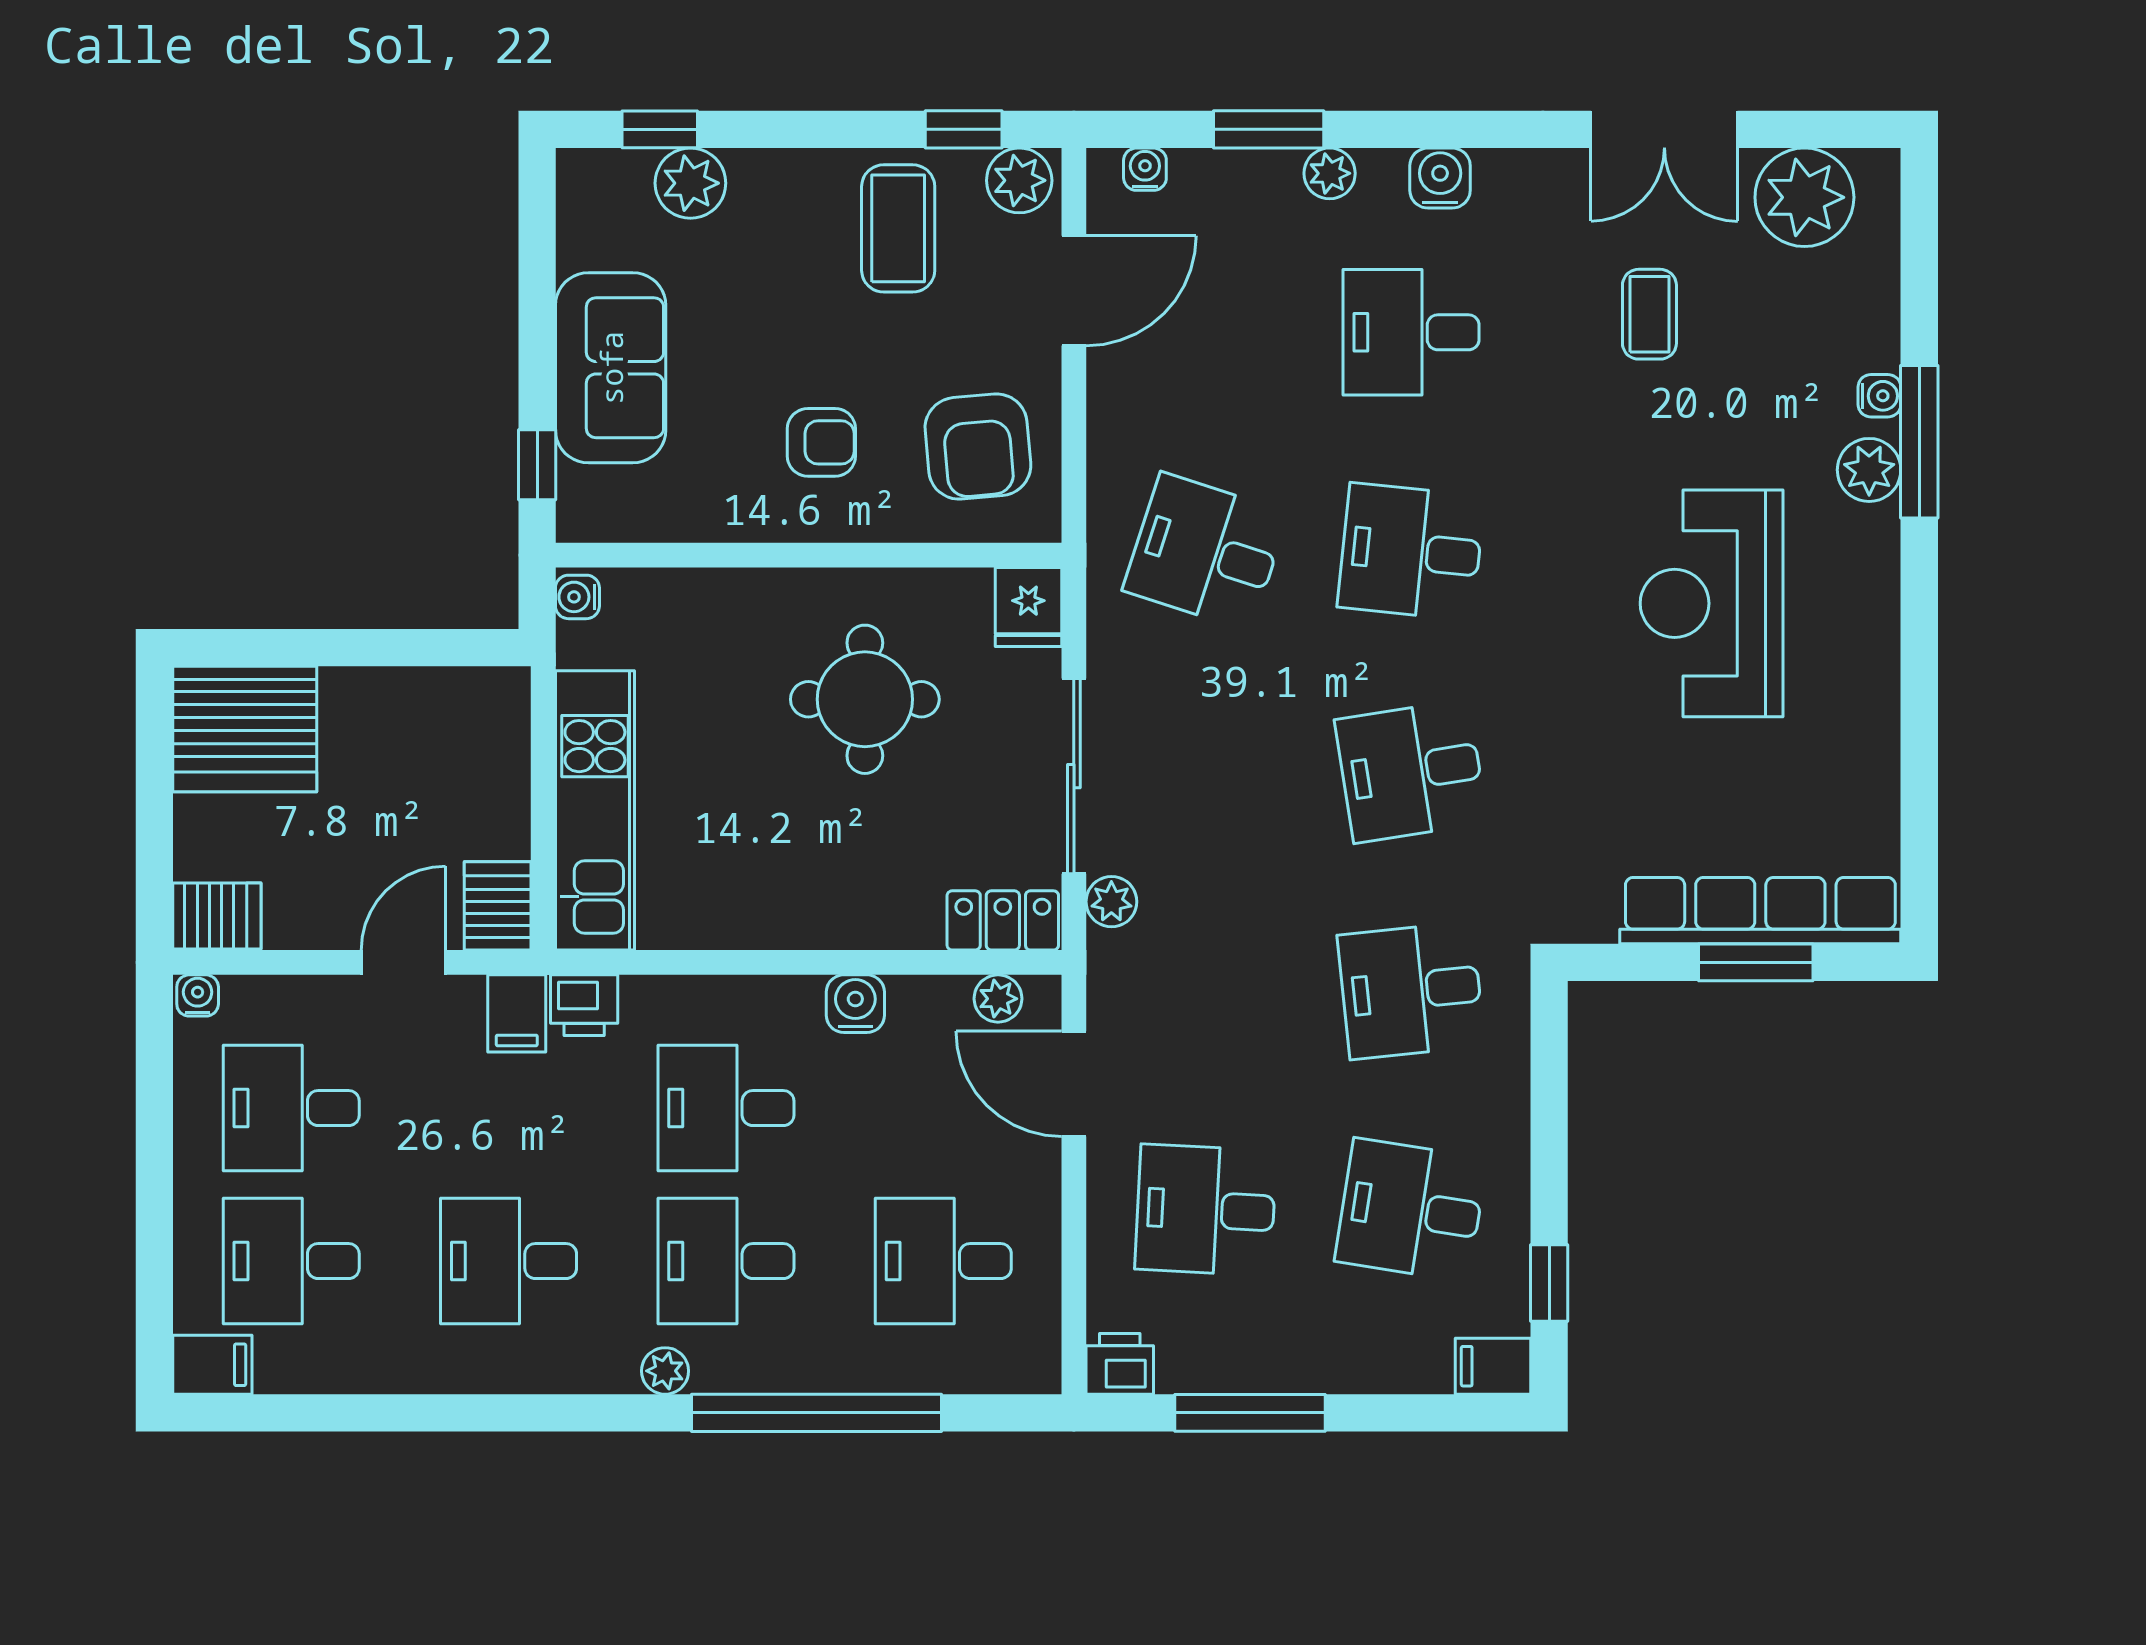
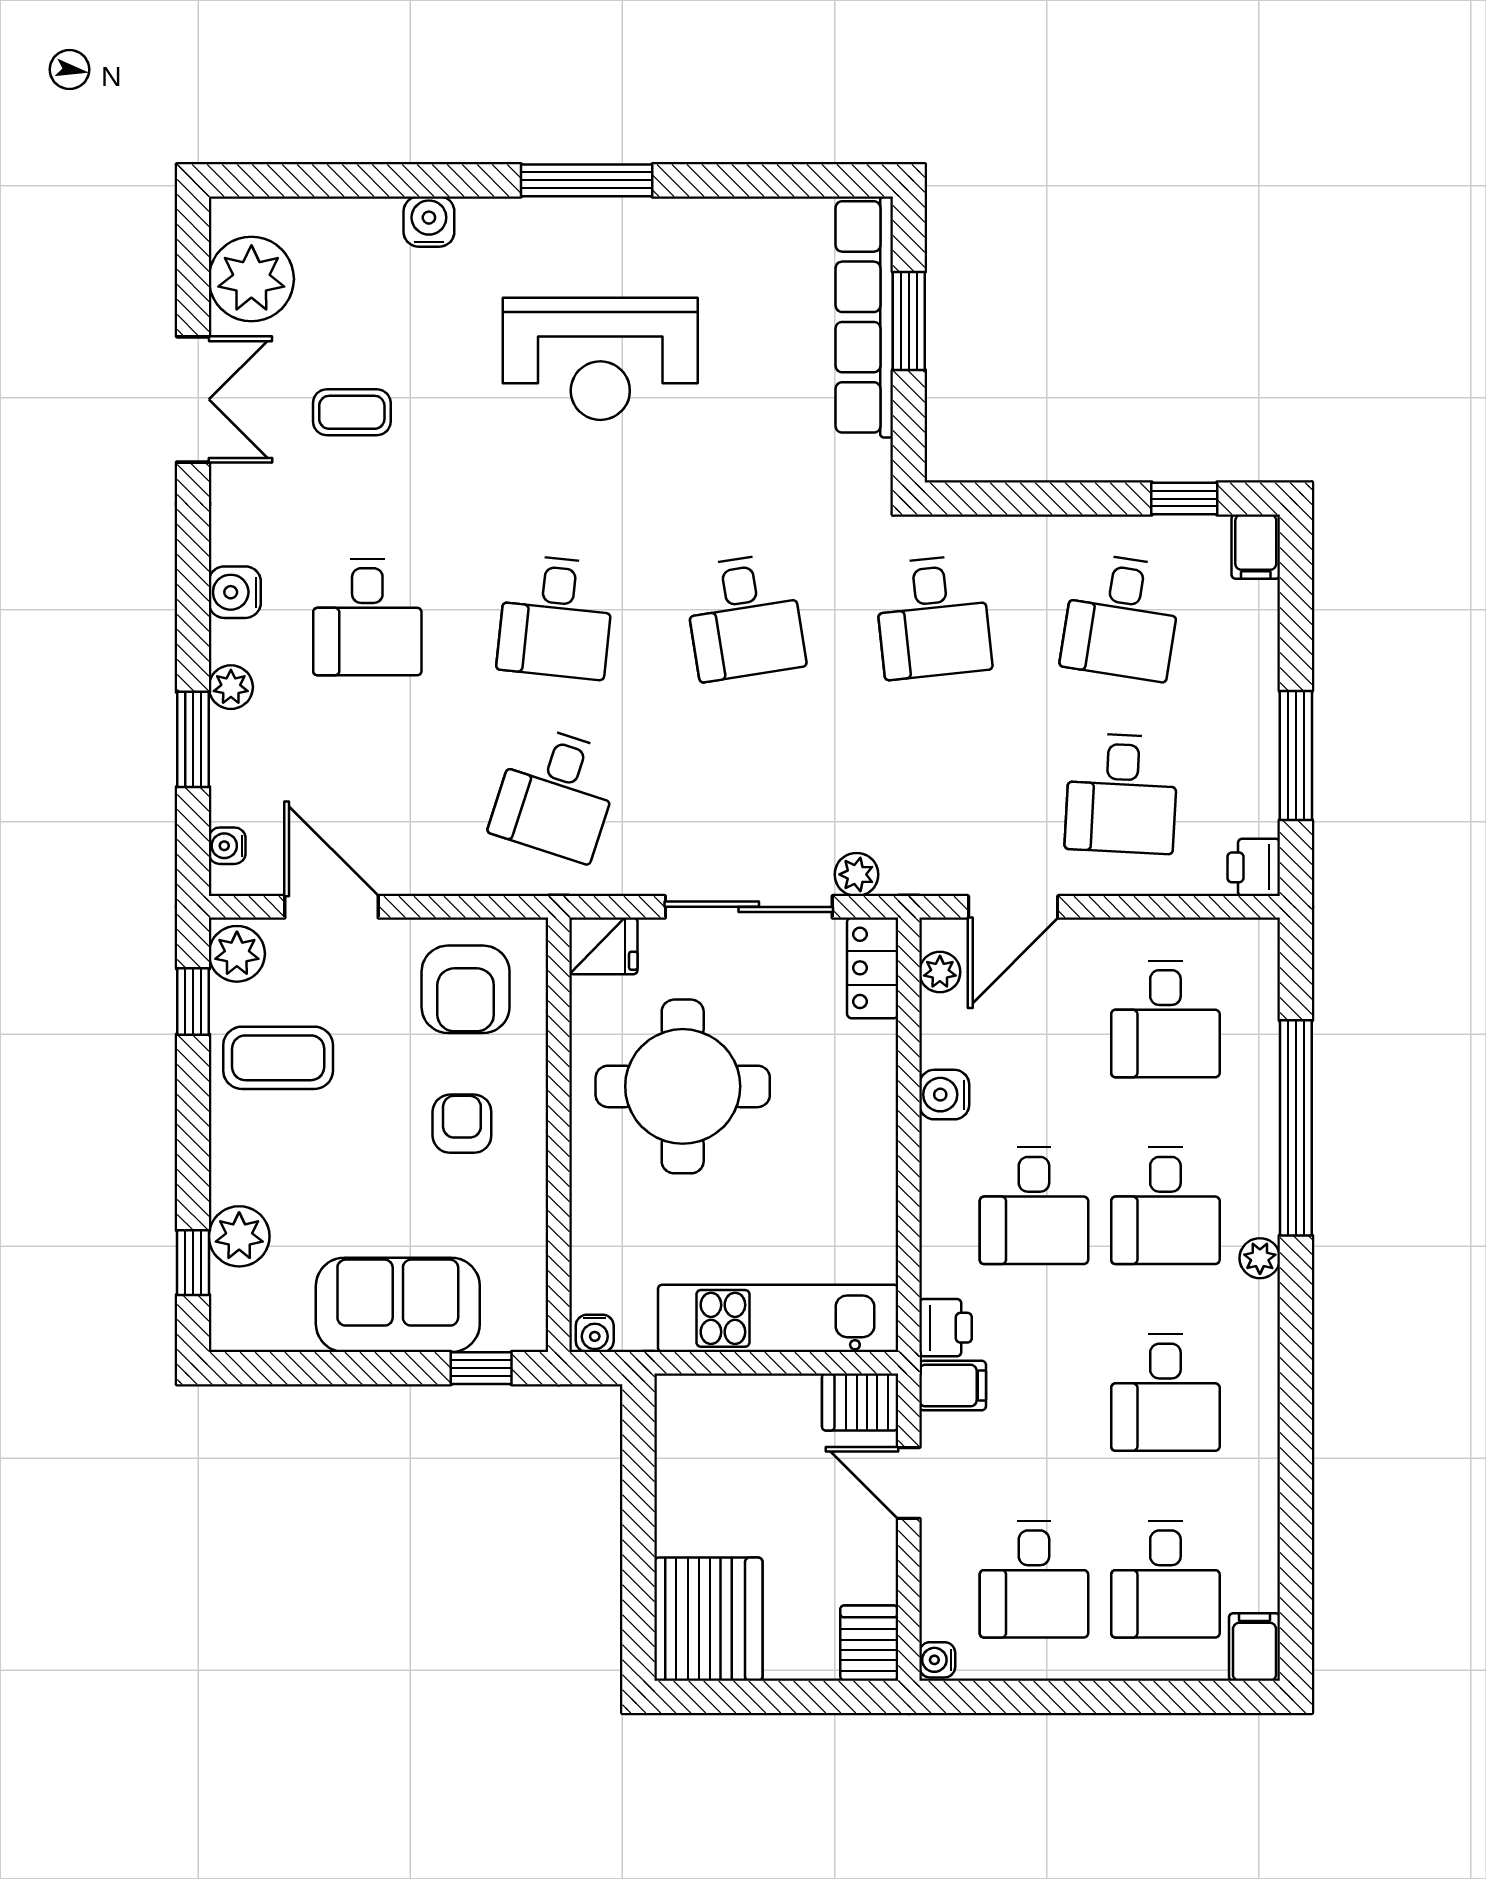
water cooler: (1879, 396) -> (429, 222), width x1.38, depth x1.38
window: (1919, 442) -> (587, 180), moved
armchair: (978, 447) -> (466, 989), turned 95
plant: (1869, 470) -> (486, 223), removed
round table: (865, 699) -> (683, 1086), width x1.36, depth x1.36

